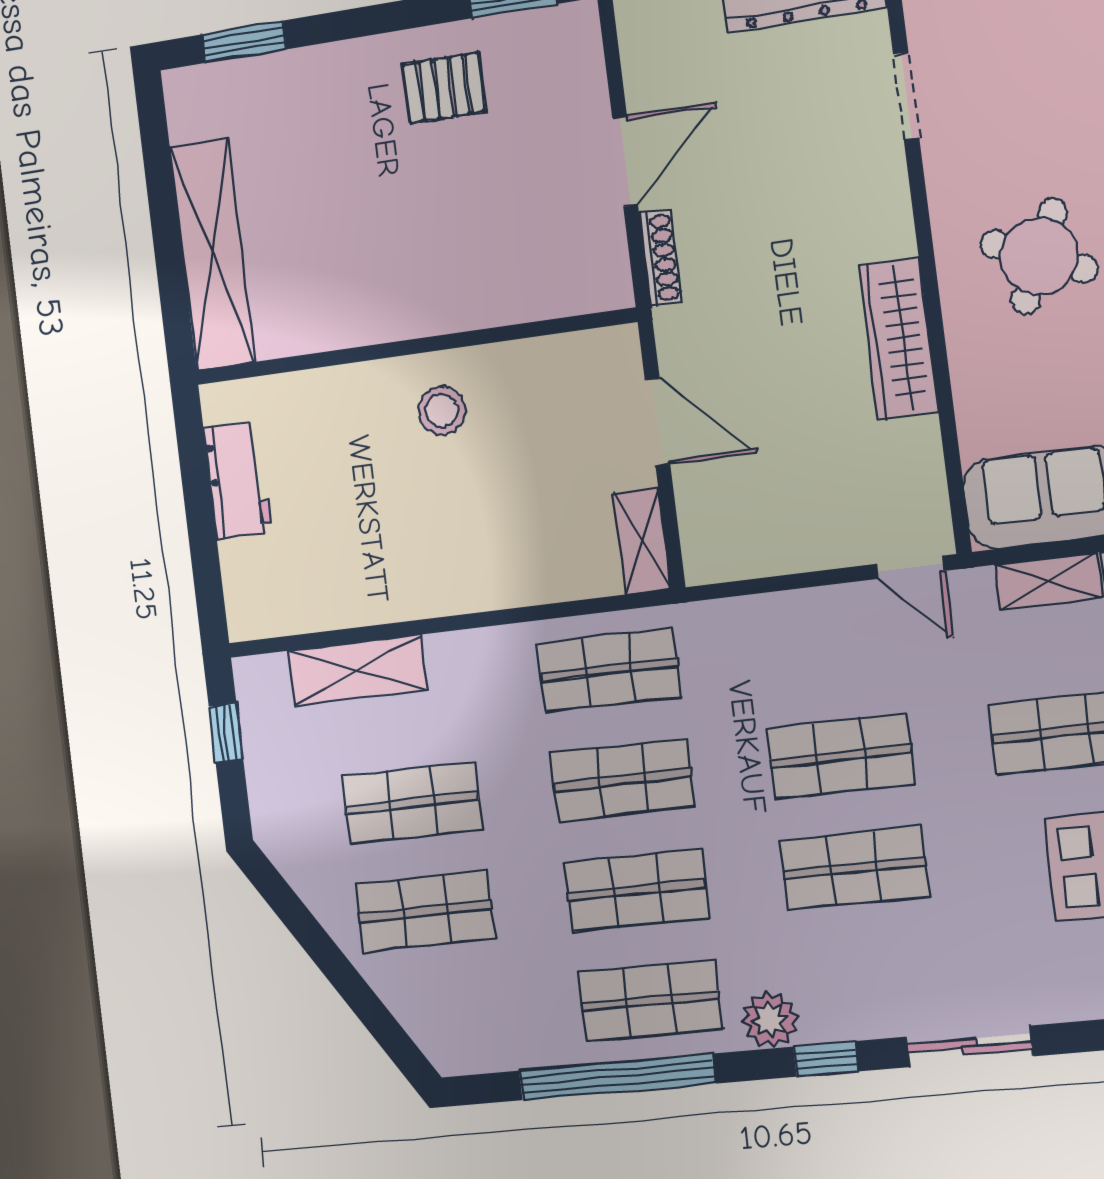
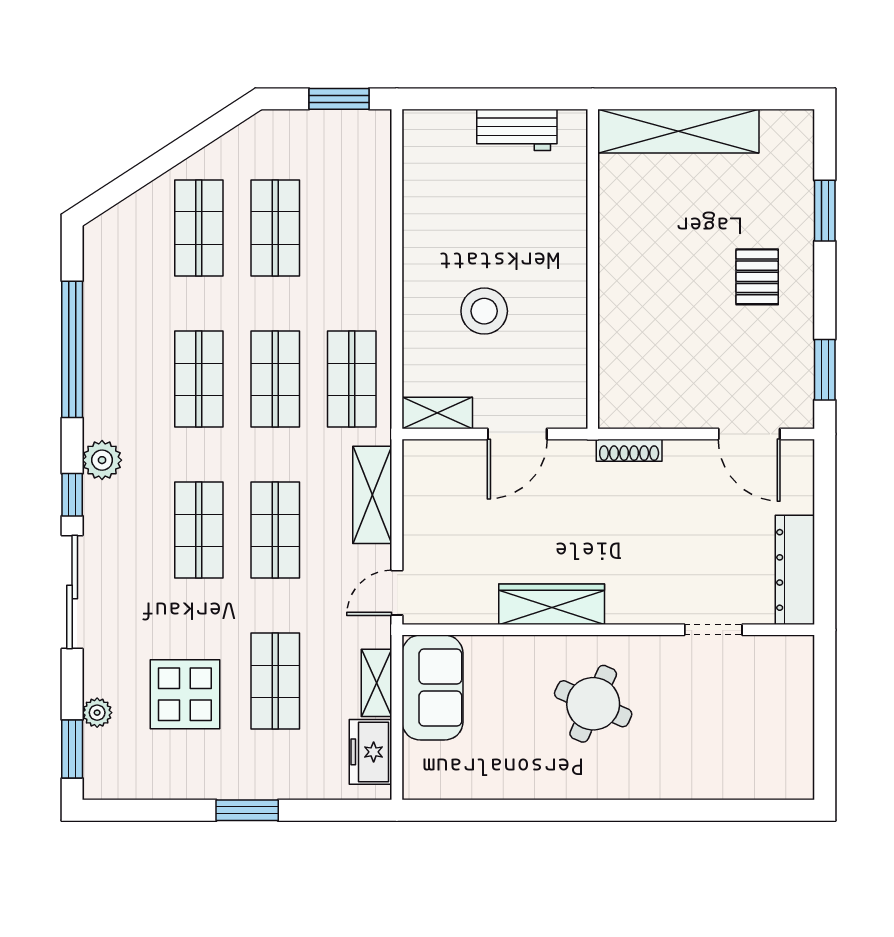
window: (244, 42) -> (825, 211), moved
pallet: (444, 88) -> (757, 277), moved
door: (625, 161) -> (749, 434), moved
stool: (442, 411) -> (484, 311), moved, width x1.38, depth x1.38
shelving: (357, 670) -> (372, 495), moved
window: (226, 733) -> (339, 99), width x1.50
shop shelf: (650, 1001) -> (122, 379), removed
sliding door: (969, 1046) -> (72, 592), width x1.37

